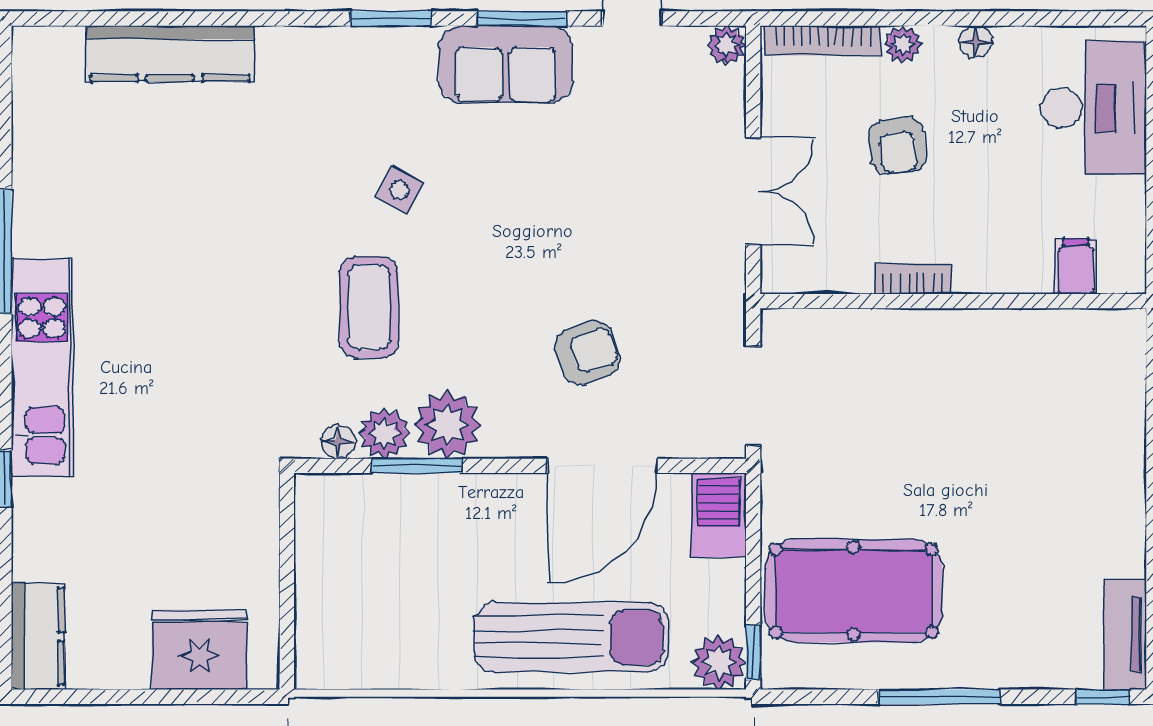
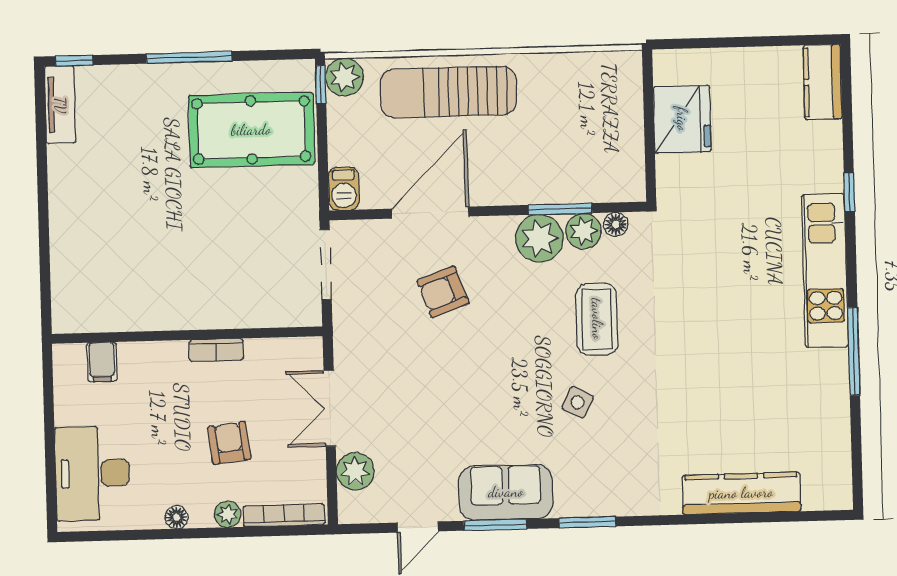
plant: (727, 45) -> (355, 471), moved, width x1.38, depth x1.38
barbecue: (719, 515) -> (344, 189), width x0.73, depth x0.79
fridge: (199, 649) -> (682, 119), moved, turned -90

